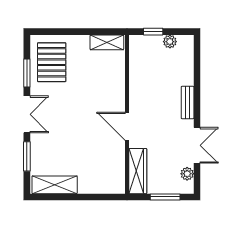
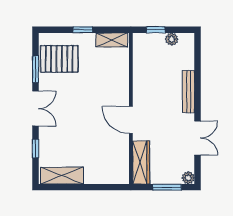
window: (76, 32) -> (83, 30), added
pallet: (52, 62) -> (59, 59), turned 90
bench: (188, 103) -> (188, 92), width x1.36
window: (27, 156) -> (36, 148), width x0.67
plant: (187, 174) -> (188, 178), moved

